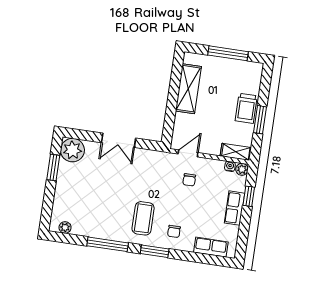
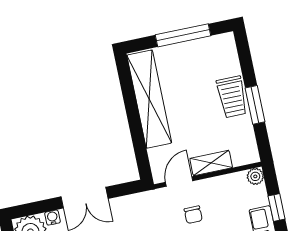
shelving: (188, 89) -> (149, 99), width x1.47
shelving: (236, 152) -> (211, 163), moved
water cooler: (230, 166) -> (52, 218), moved

